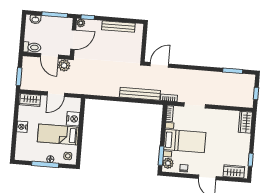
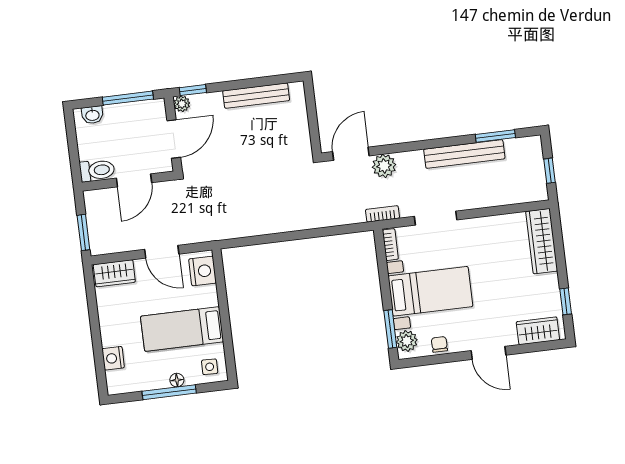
door: (49, 56) -> (134, 180), hinge flipped
plant: (64, 65) -> (384, 166), moved
door: (56, 94) -> (162, 252), hinge flipped
bench: (140, 94) -> (464, 154), moved
nightstand: (73, 119) -> (203, 271), moved
wardrobe: (245, 122) -> (542, 241), width x1.50
nightstand: (22, 127) -> (113, 358), moved

